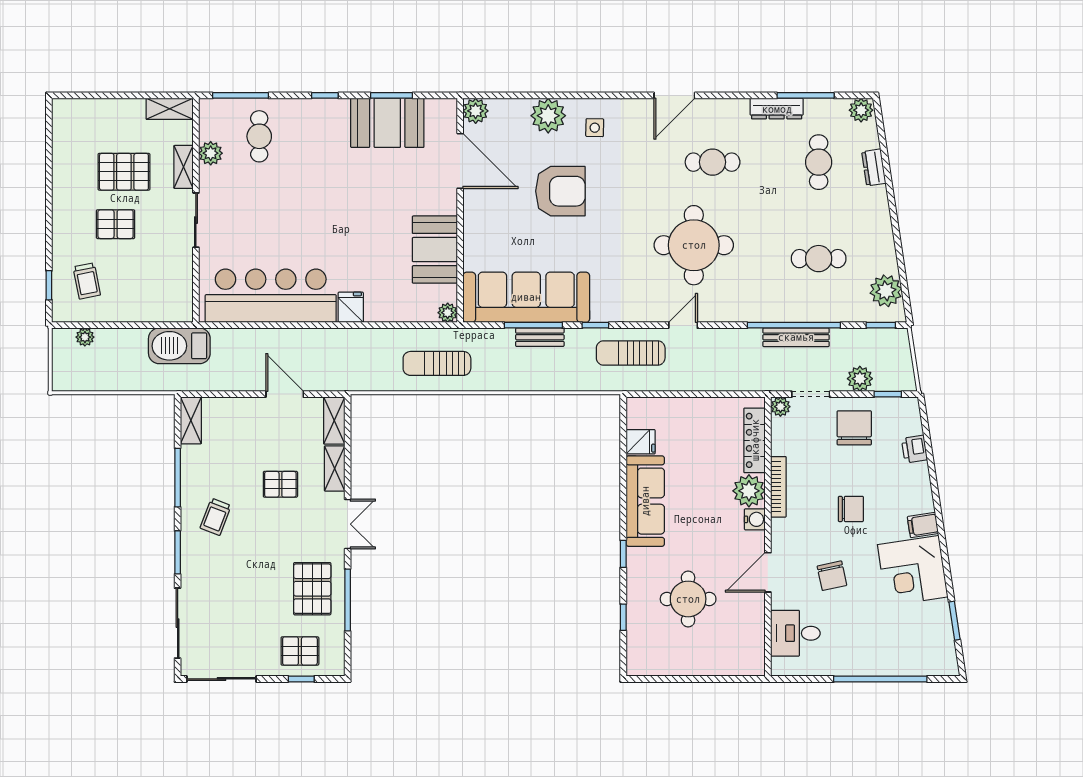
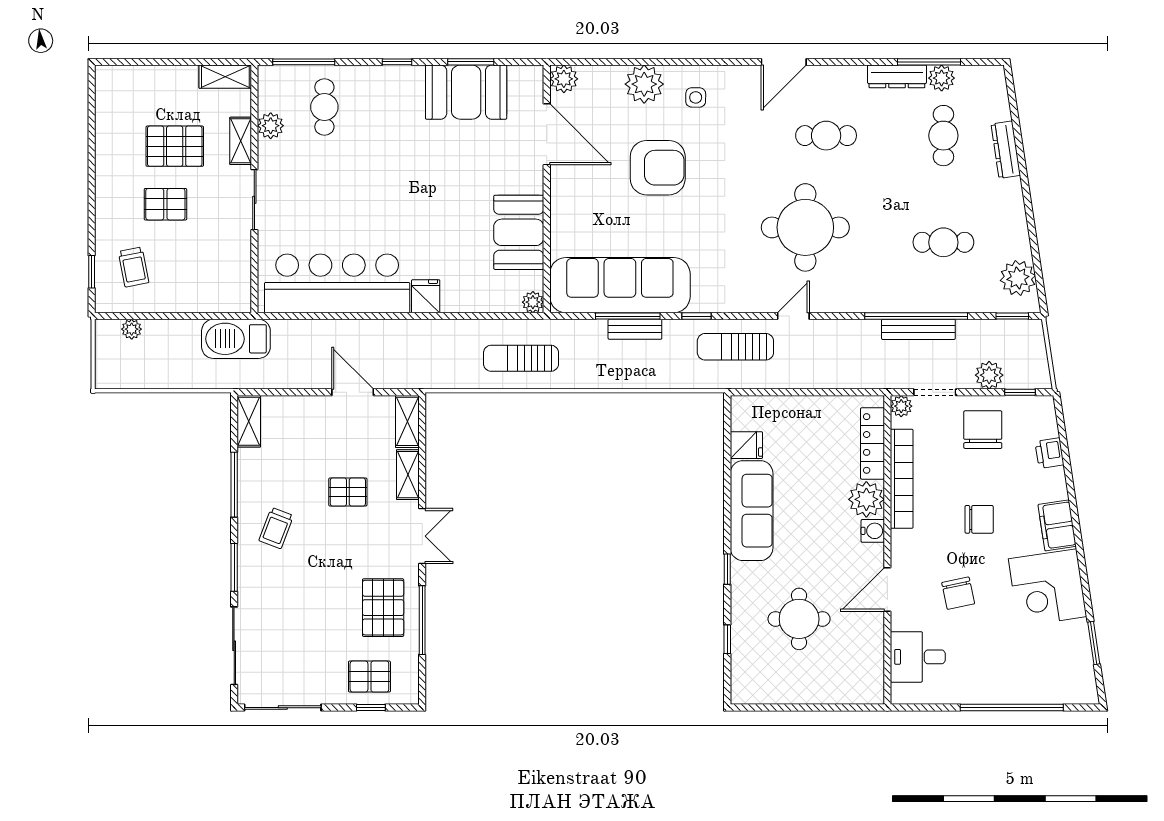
plant: (861, 110) -> (942, 78), moved
dresser: (874, 167) -> (1006, 150), width x1.44
bookcase: (778, 487) -> (902, 479), width x1.48, depth x1.31
filing cabinet: (923, 525) -> (1057, 525), width x2.00

